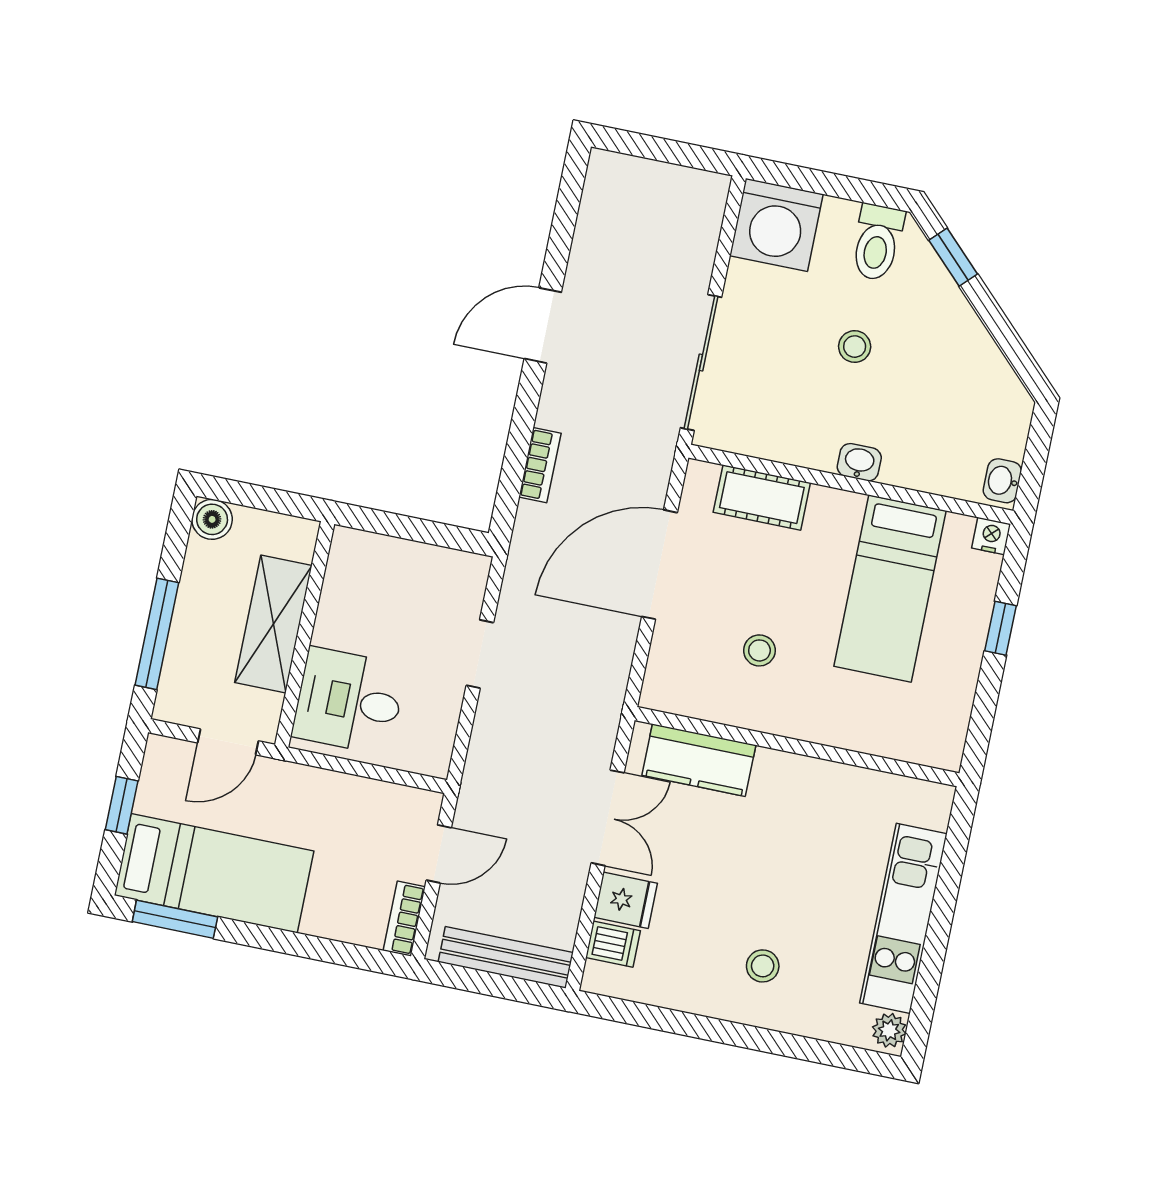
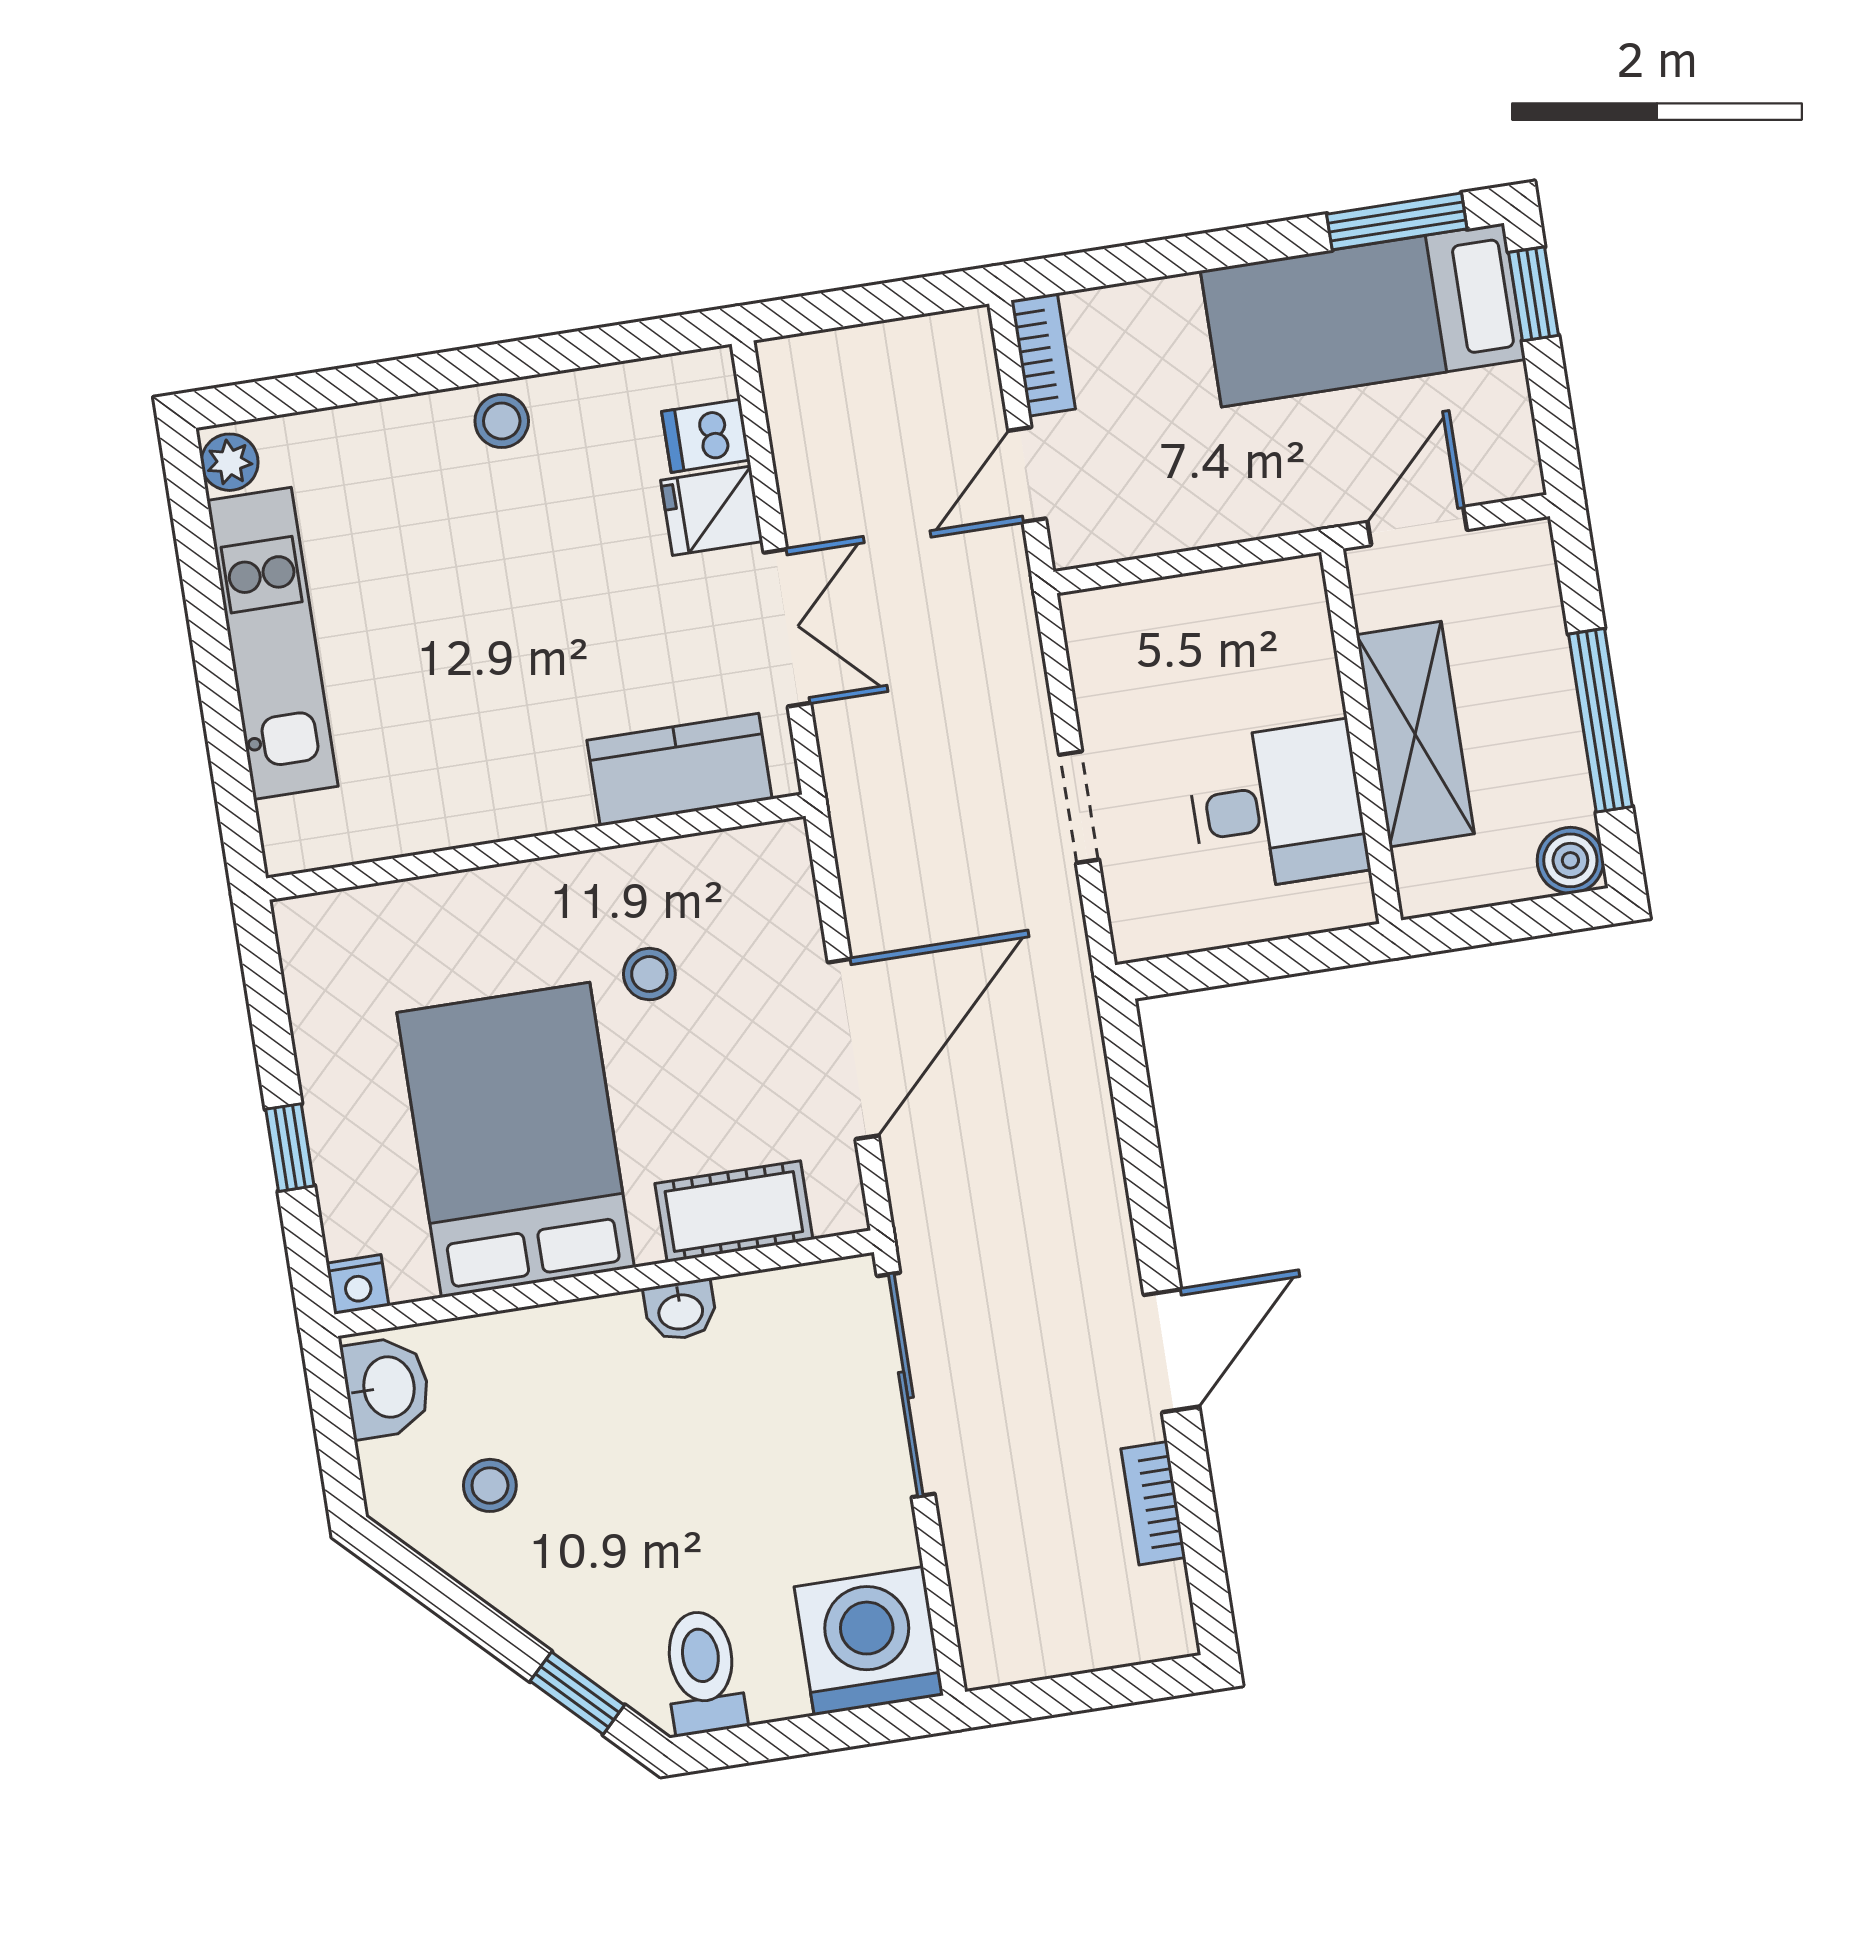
stool: (855, 347) -> (490, 1485), moved
washbasin: (859, 462) -> (680, 1310), moved
bookcase: (540, 465) -> (1153, 1503), moved
washbasin: (1002, 481) -> (387, 1387), width x1.38, depth x1.45
bed: (890, 589) -> (516, 1140), width x1.50
window: (157, 634) -> (1600, 720), moved
desk: (349, 701) -> (1277, 807), moved
window: (122, 805) -> (1534, 294), moved
double door: (608, 818) -> (787, 628), swing flipped
bench: (506, 957) -> (864, 354), removed
stool: (763, 966) -> (502, 421), moved

